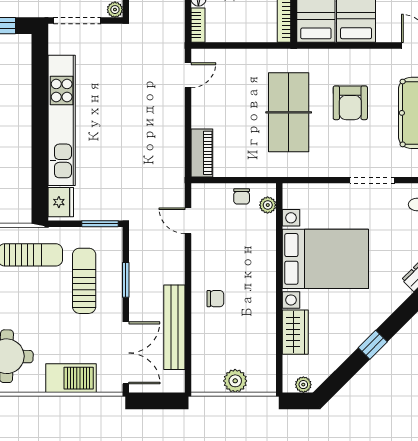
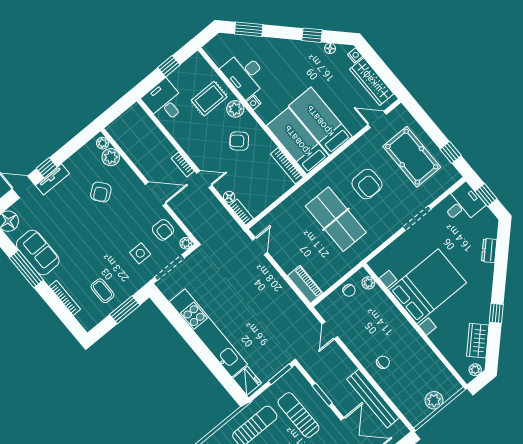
door: (188, 221) -> (330, 330), hinge flipped
wardrobe: (295, 332) -> (478, 341), moved, turned -135

